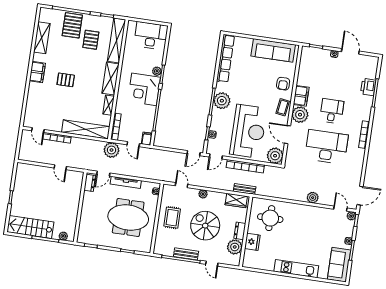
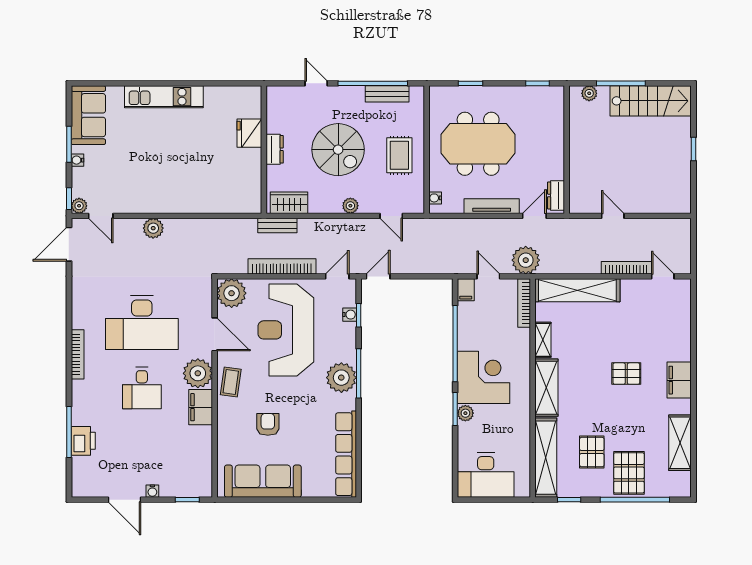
armchair: (283, 84) -> (268, 424), moved
round table: (270, 218) -> (224, 180), removed
plant: (235, 247) -> (280, 119), removed
bench: (186, 254) -> (387, 94), moved

